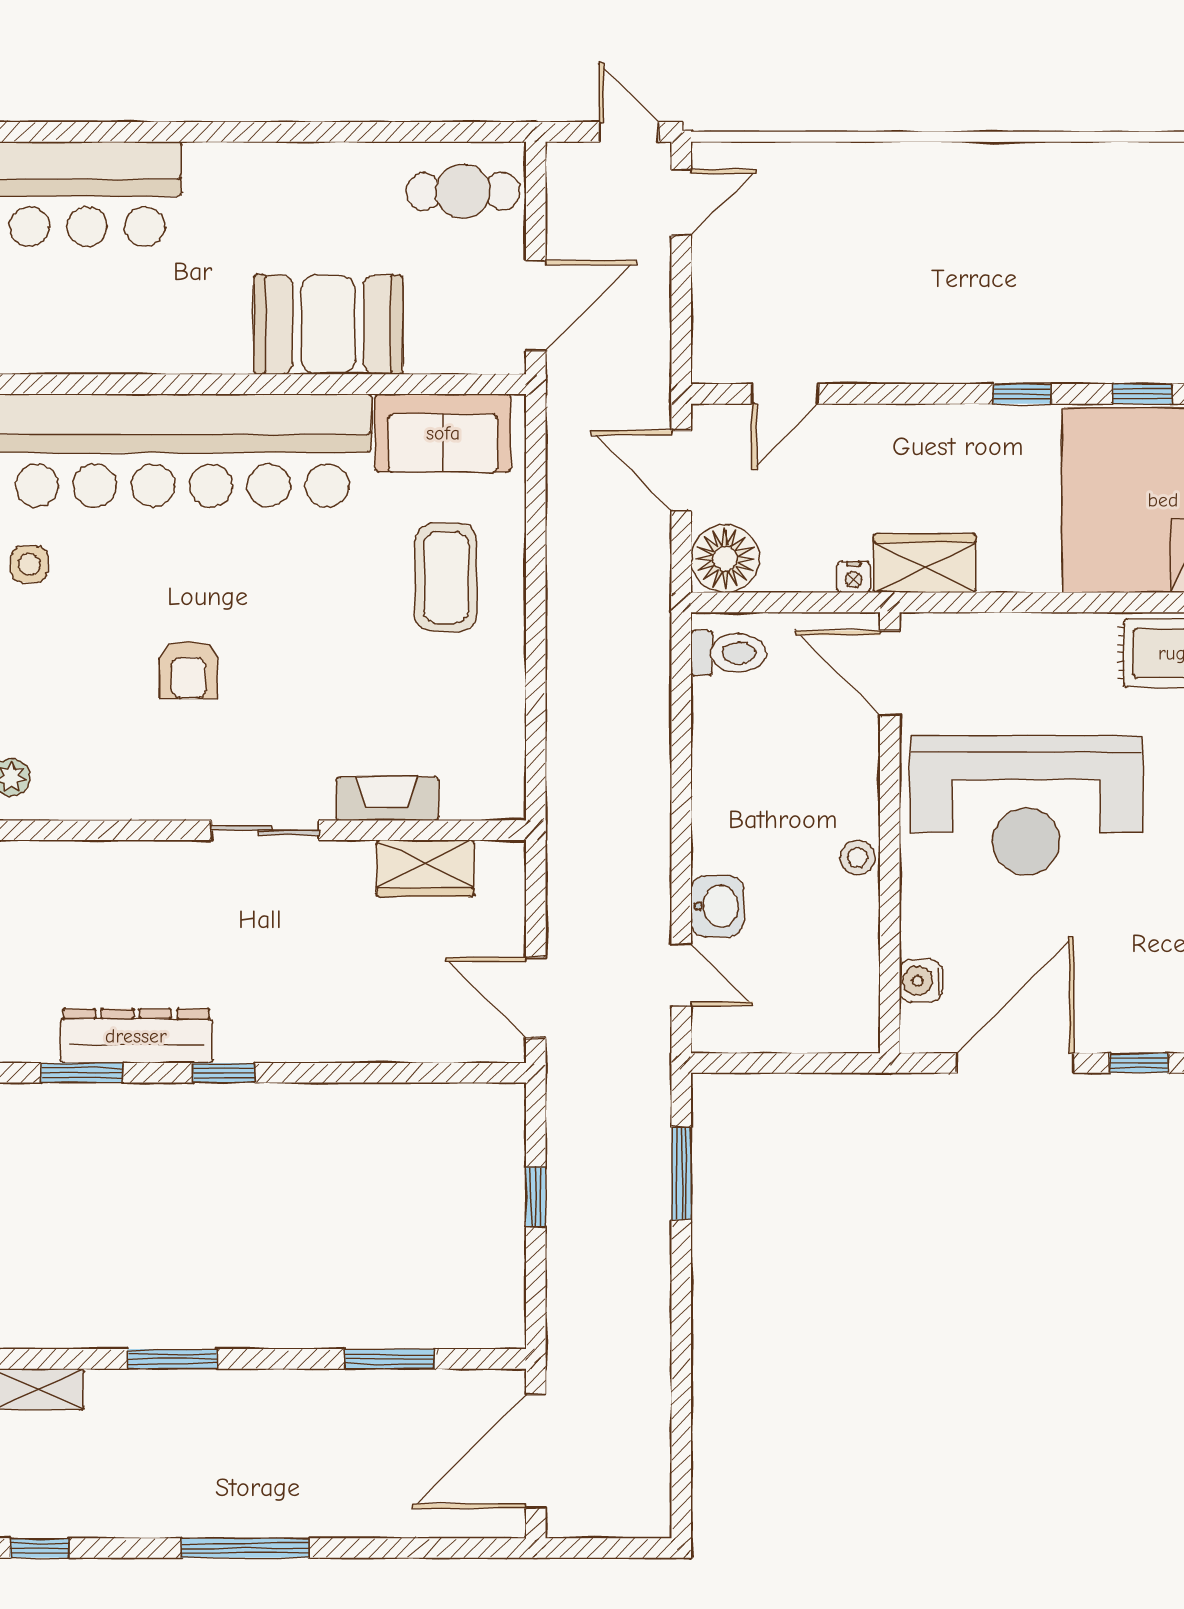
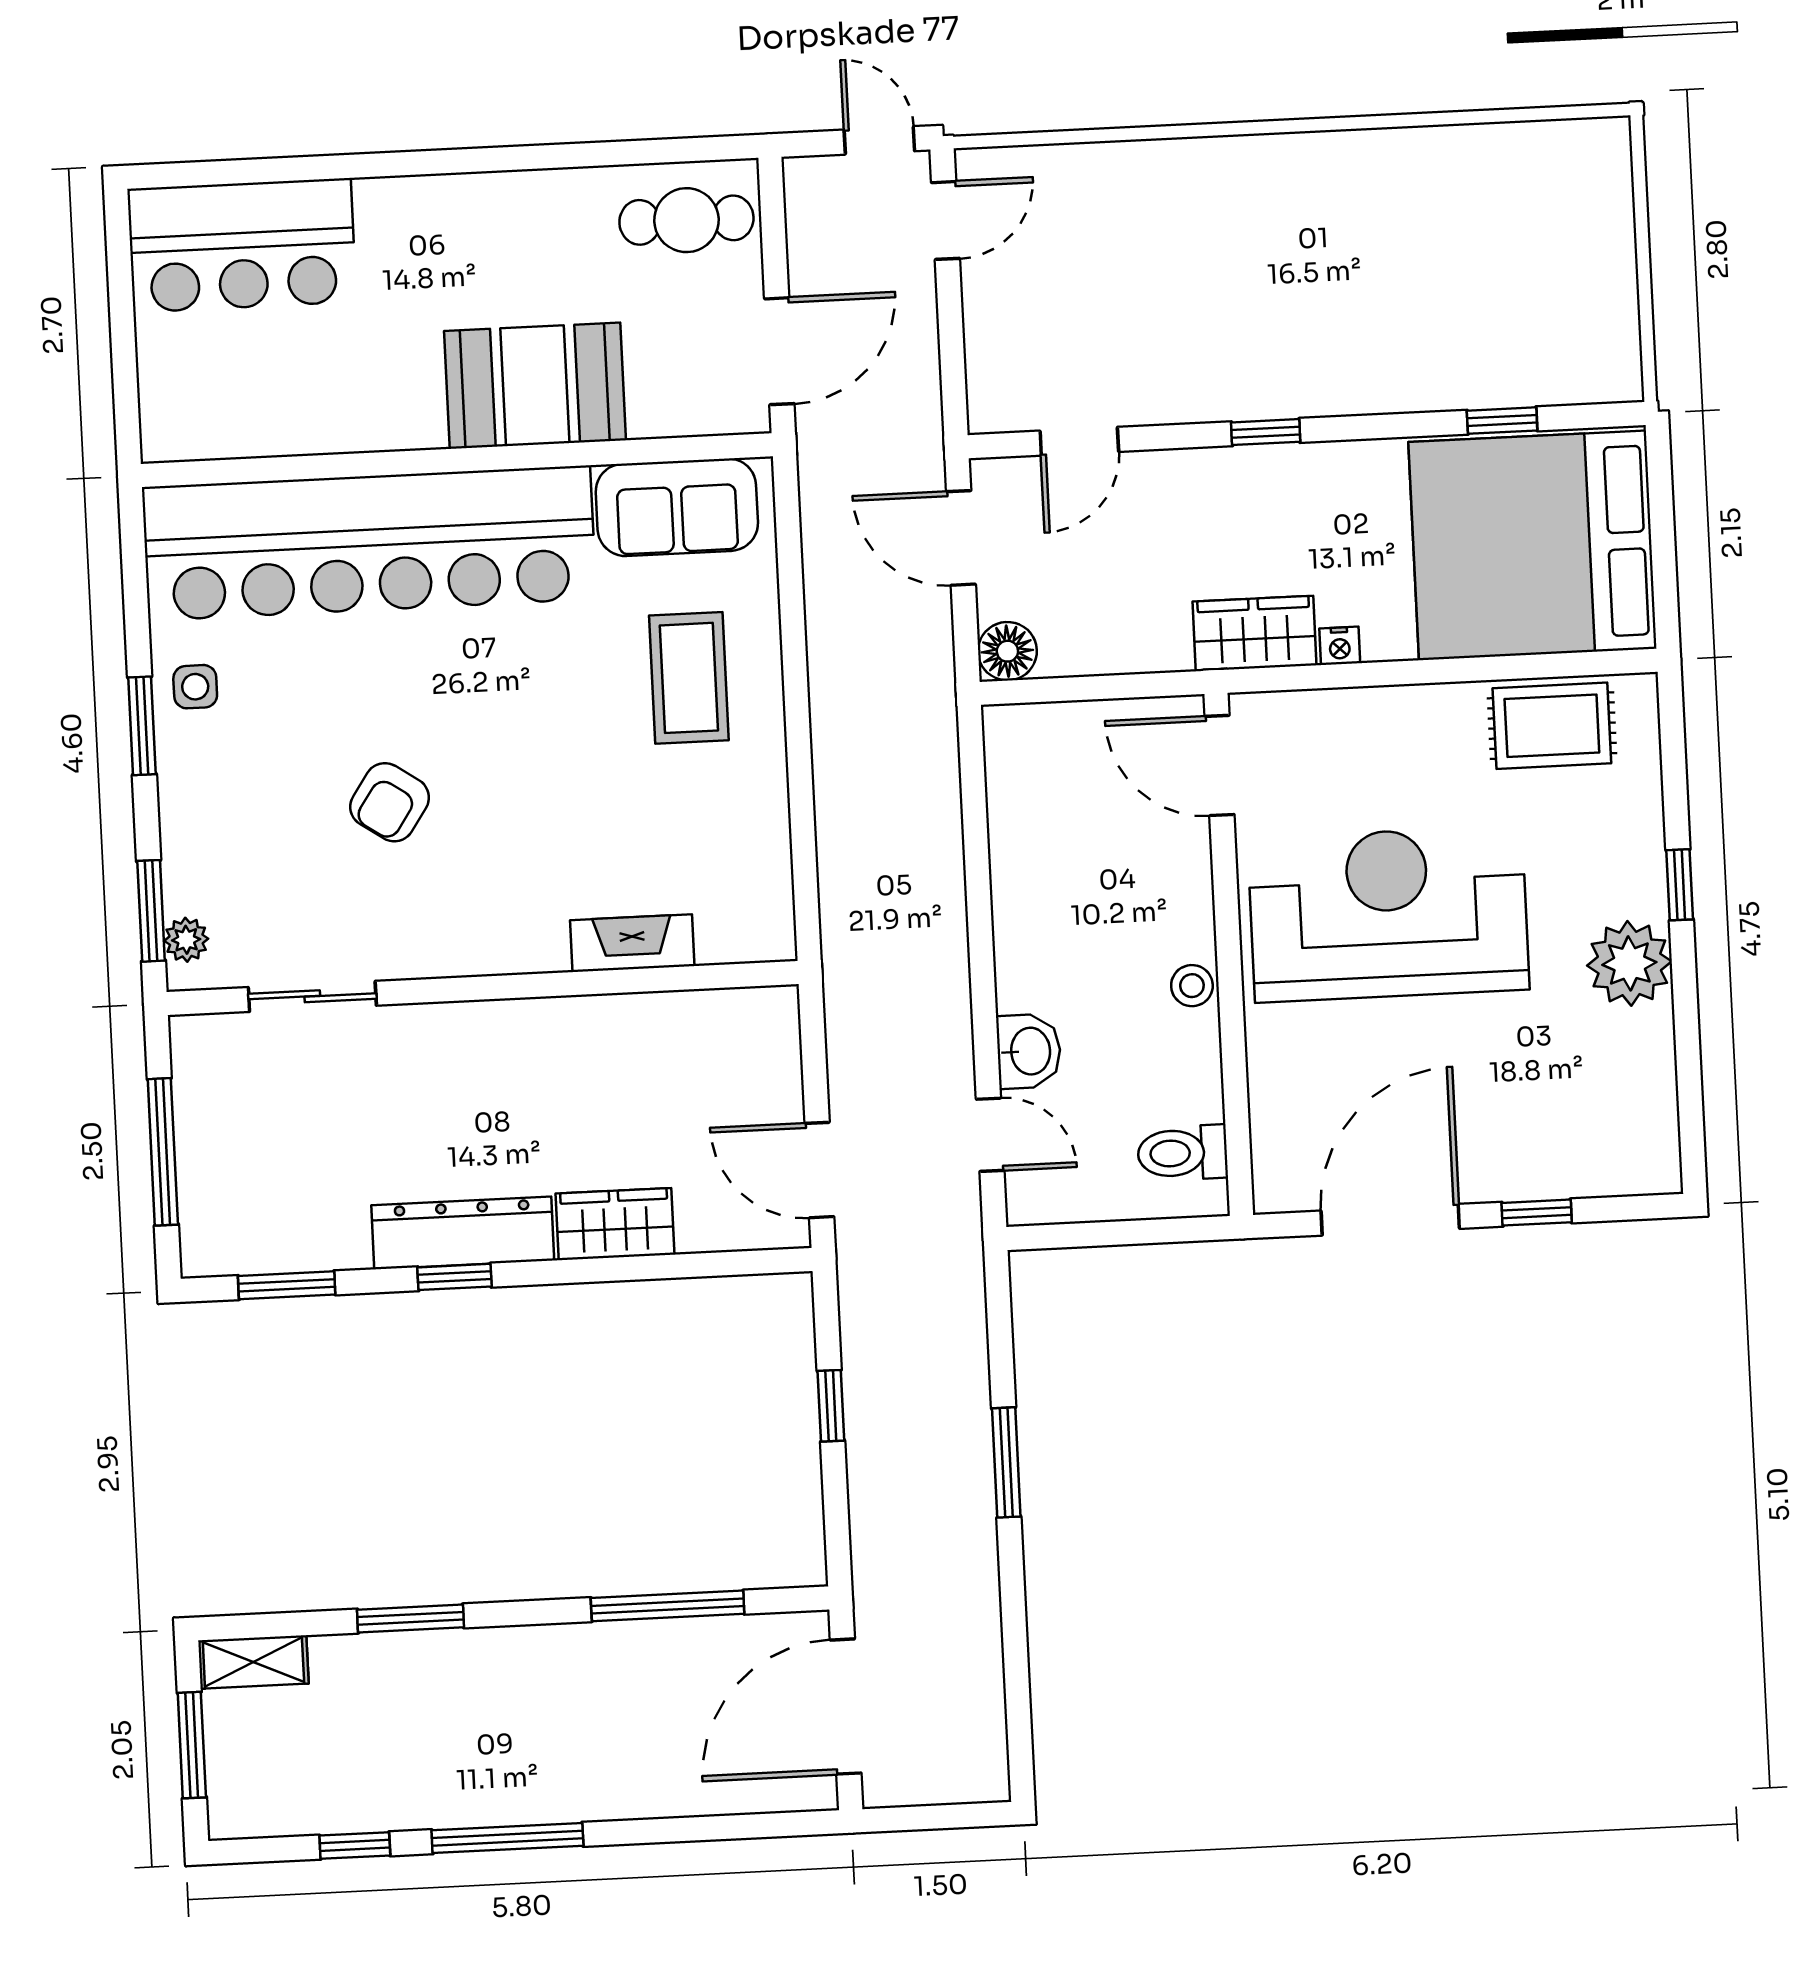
window: (1022, 394) -> (1266, 432), moved
floor lamp: (725, 559) -> (1007, 651), width x0.73, depth x0.73
nightstand: (853, 577) -> (1340, 646), moved
toilet: (728, 653) -> (1183, 1153), moved, turned 180
armchair: (189, 670) -> (390, 802), turned 34
reception desk: (1026, 805) -> (1388, 914), turned 180
sliding door: (265, 830) -> (312, 996), moved
wardrobe: (425, 868) -> (615, 1224), moved, turned 180
water cooler: (921, 981) -> (1274, 1128), removed
dresser: (136, 1036) -> (463, 1233), moved
window: (681, 1174) -> (1006, 1462), moved
window: (390, 1359) -> (668, 1606), width x1.44
window: (40, 1548) -> (355, 1845), moved

